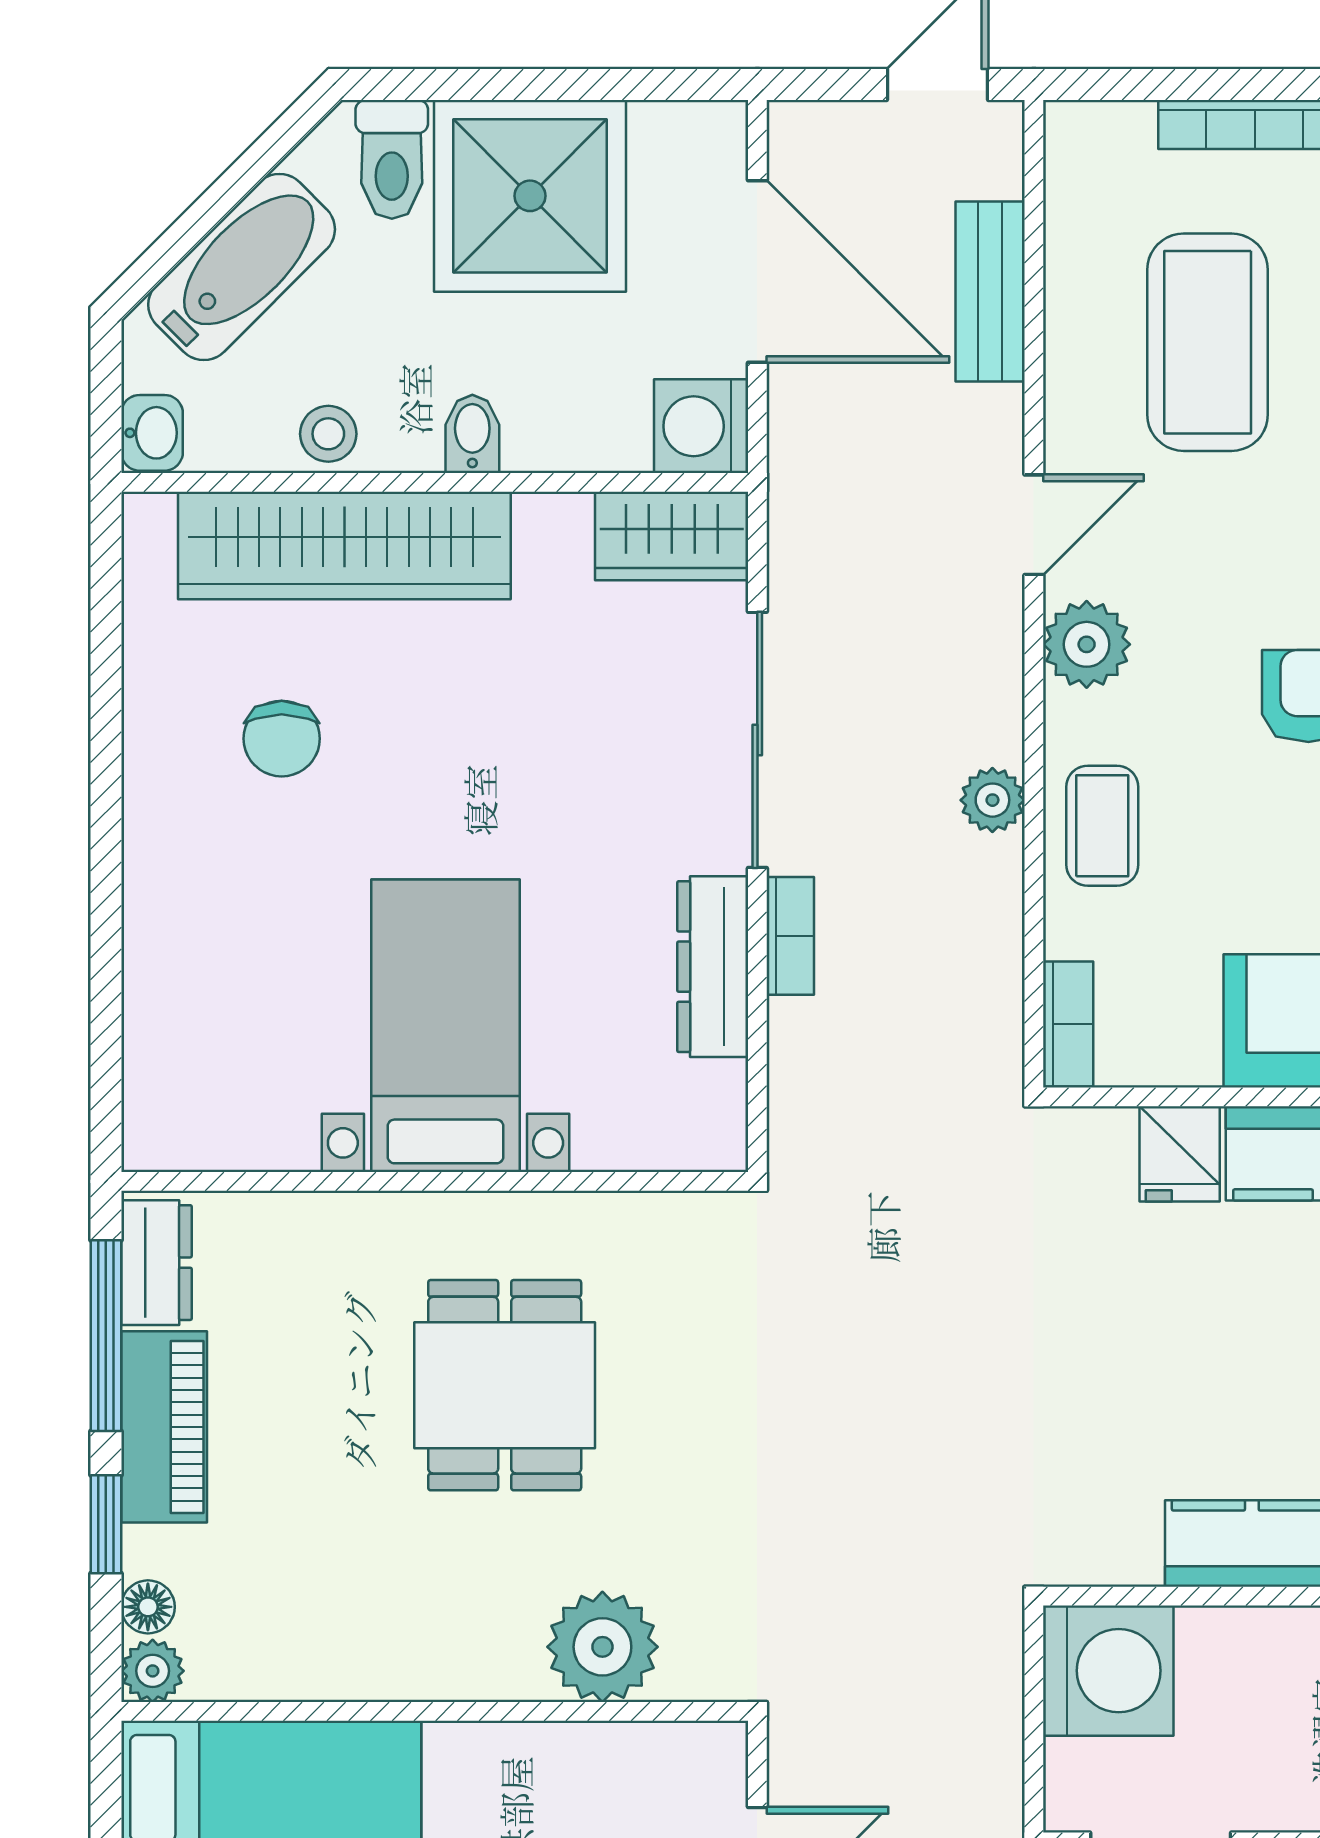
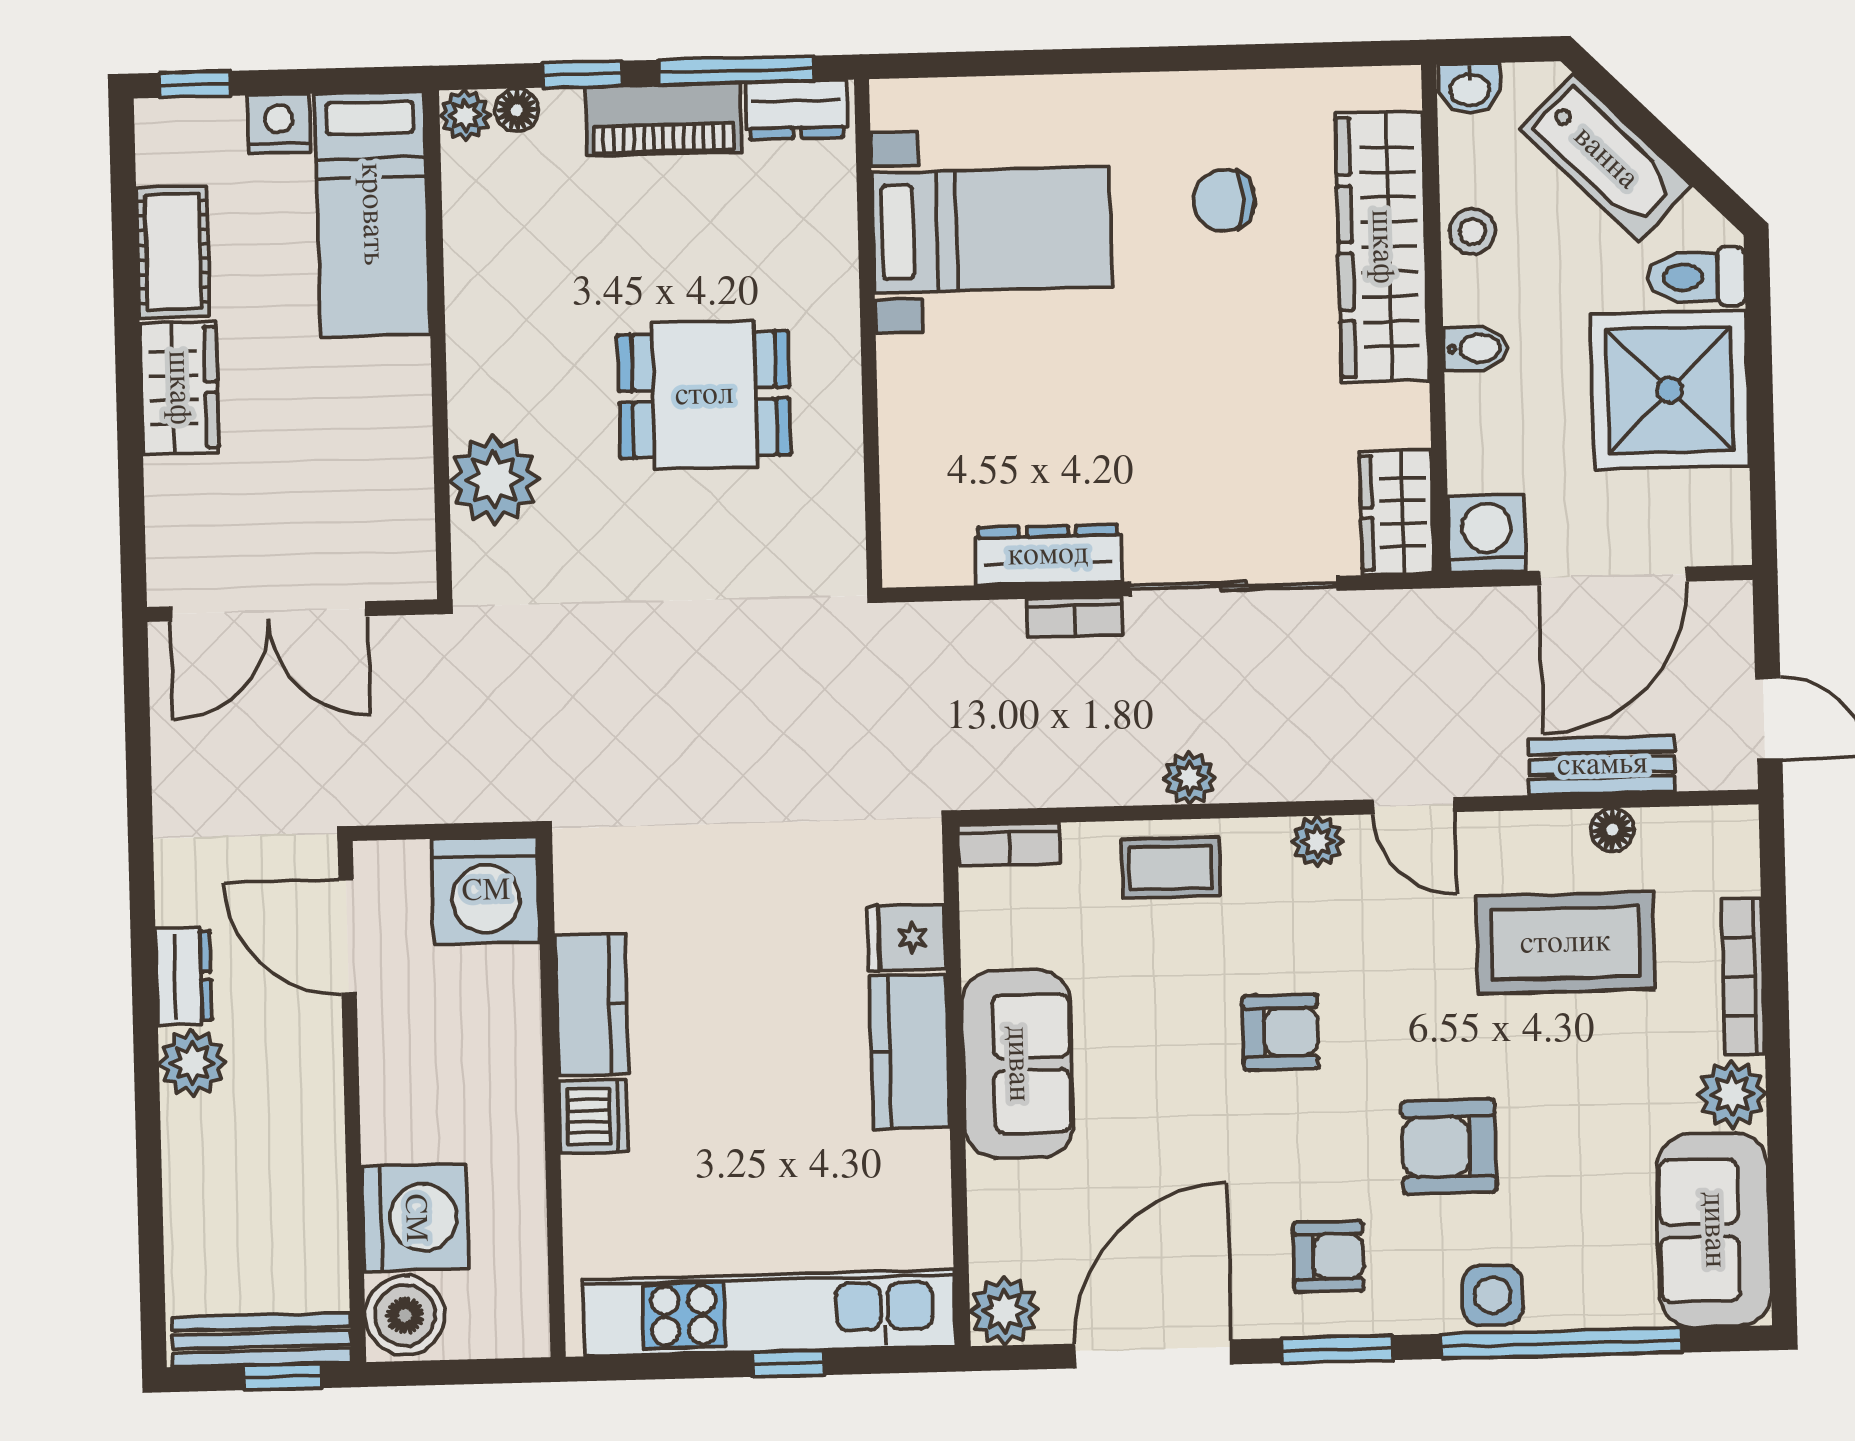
floor lamp: (1070, 281) -> (1612, 830), added
plant: (1087, 644) -> (1317, 841), width x0.73, depth x0.73
bed with nightstands: (445, 1026) -> (992, 230), moved

